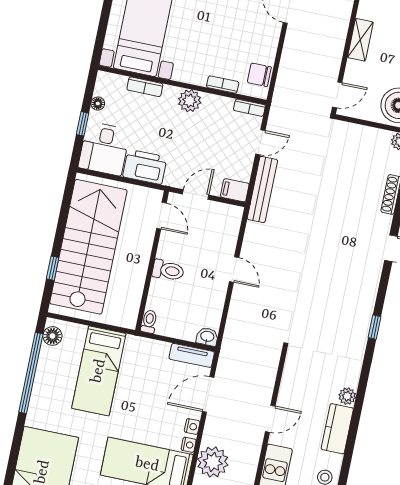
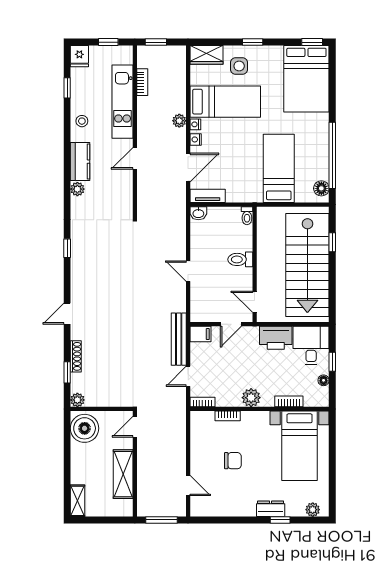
shelving: (360, 40) -> (123, 474), width x1.50, depth x1.33
chair: (259, 75) -> (233, 461), moved
plant: (213, 462) -> (179, 121), width x0.53, depth x0.53

